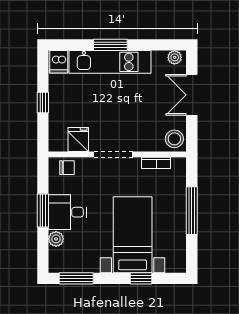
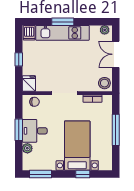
fridge: (78, 139) -> (29, 83), moved

